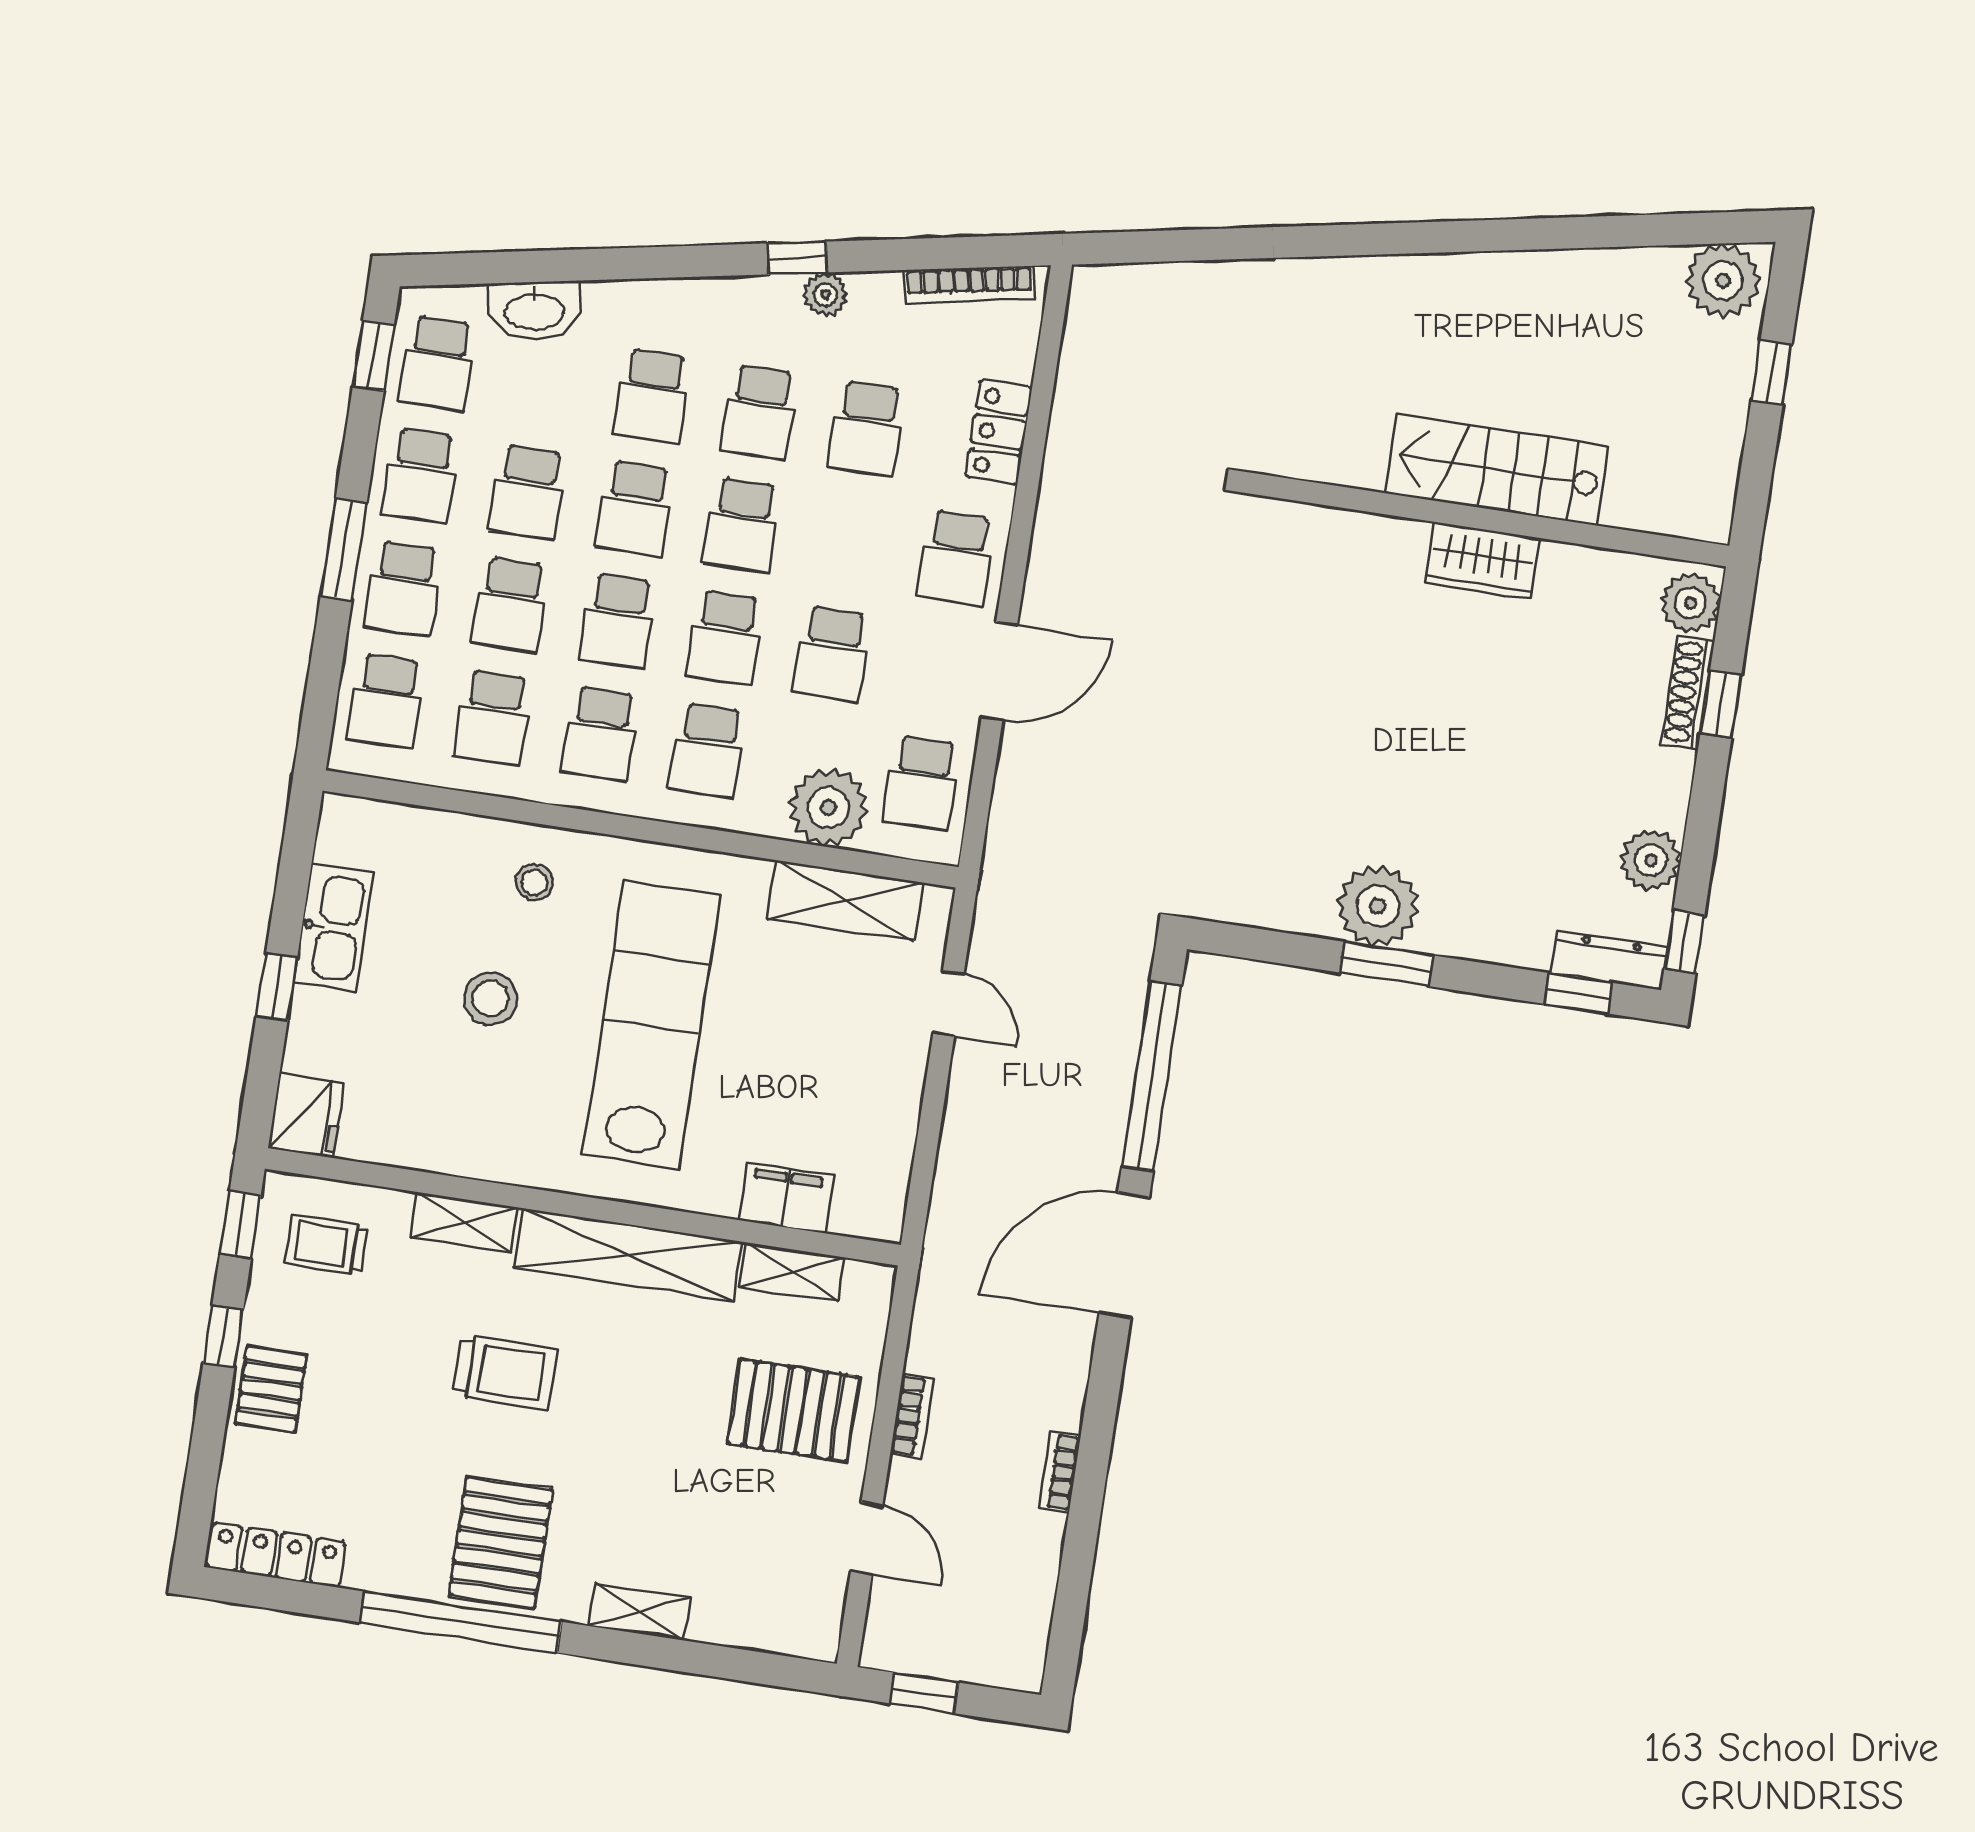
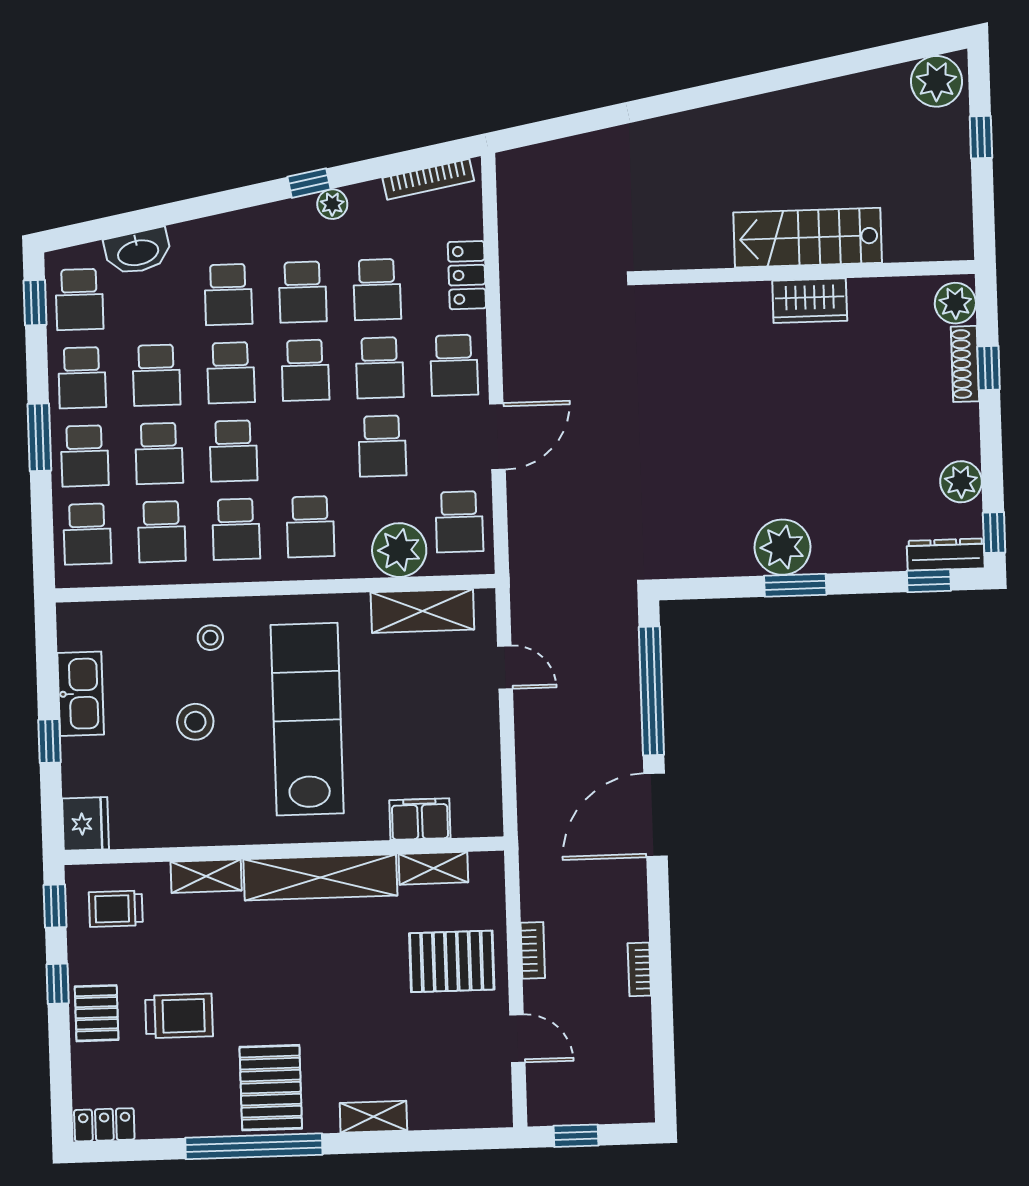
school desk: (725, 638) -> (380, 368), moved
trolley: (505, 1372) -> (179, 1016), moved
locker: (276, 1555) -> (104, 1125), width x0.66

